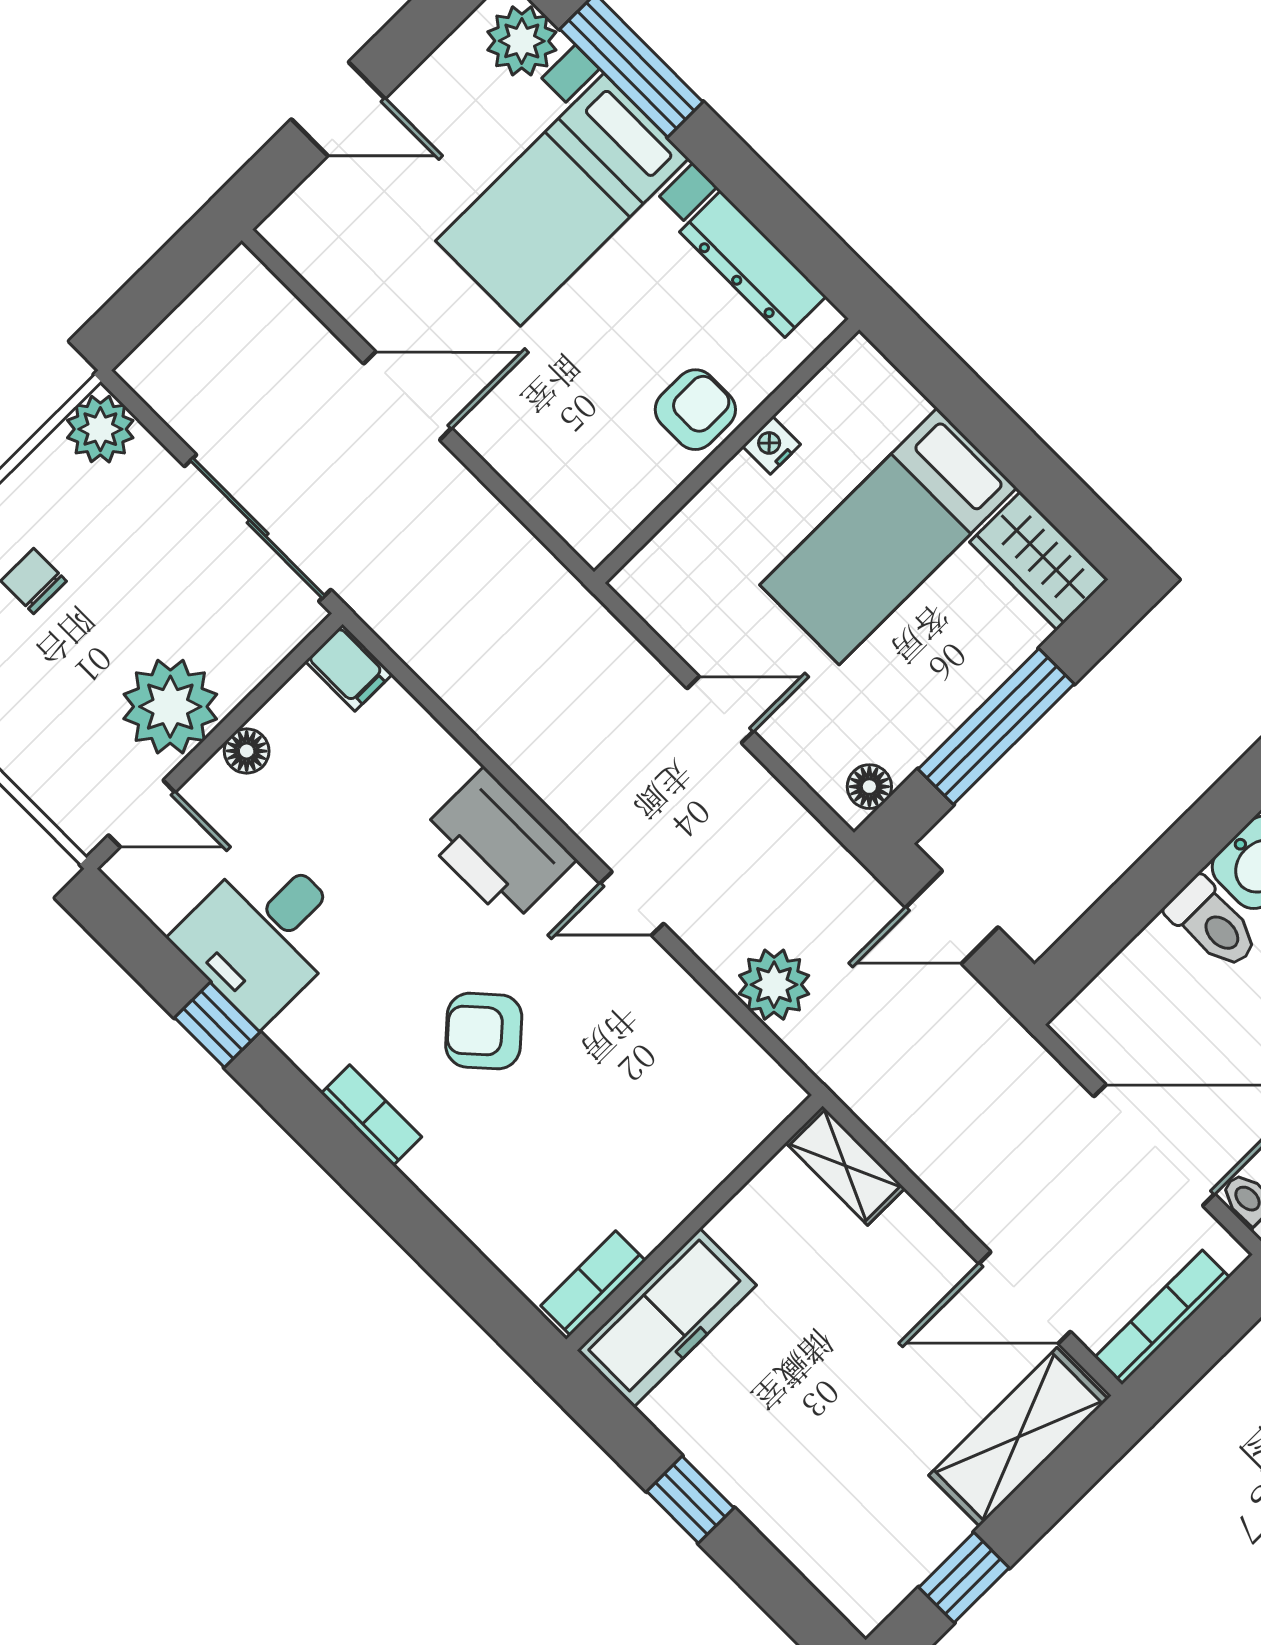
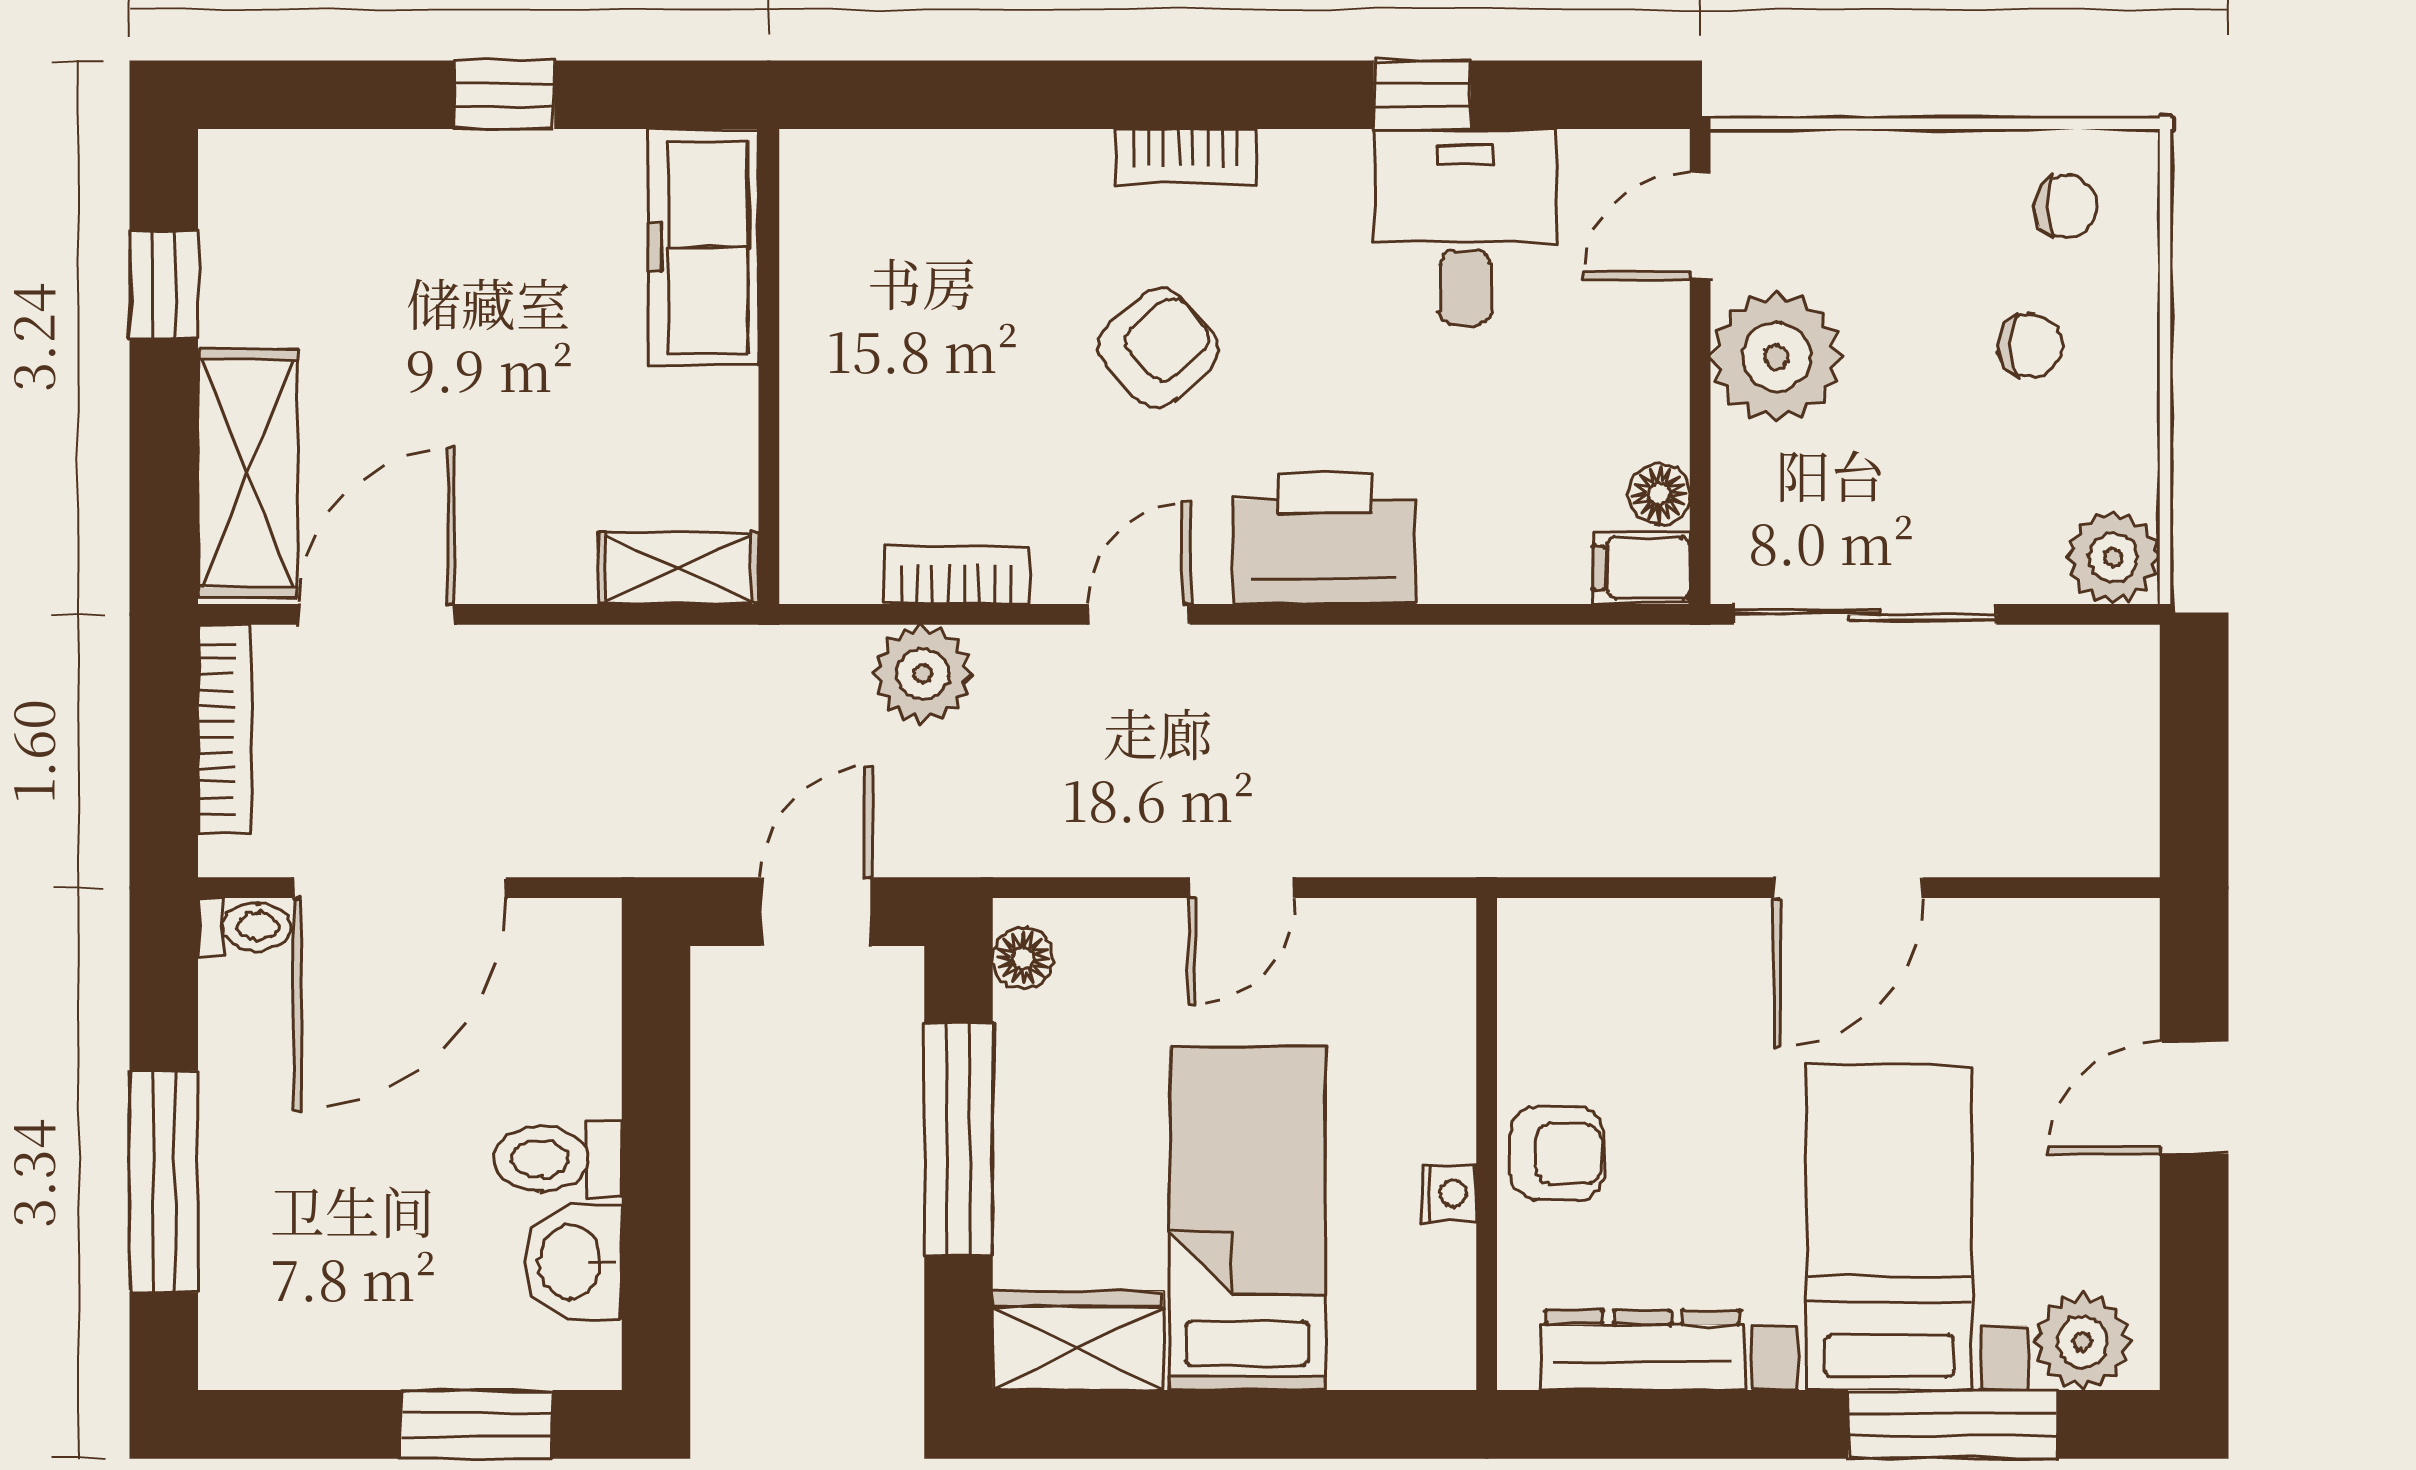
armchair: (695, 410) -> (1557, 1154), turned -90
floor lamp: (247, 751) -> (1659, 494), moved
bookcase: (593, 1283) -> (957, 575), moved, turned -90

